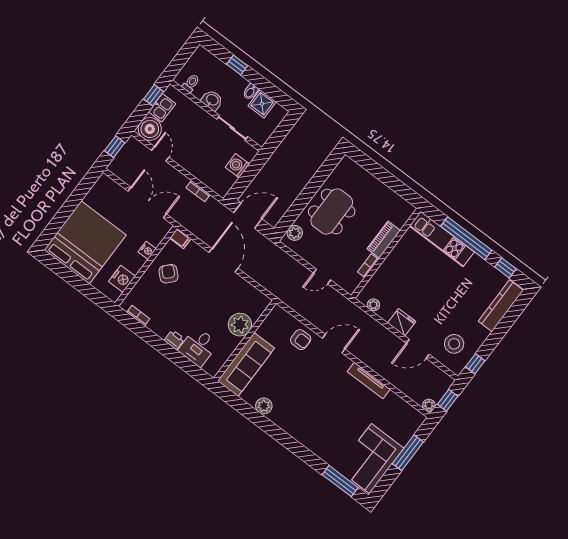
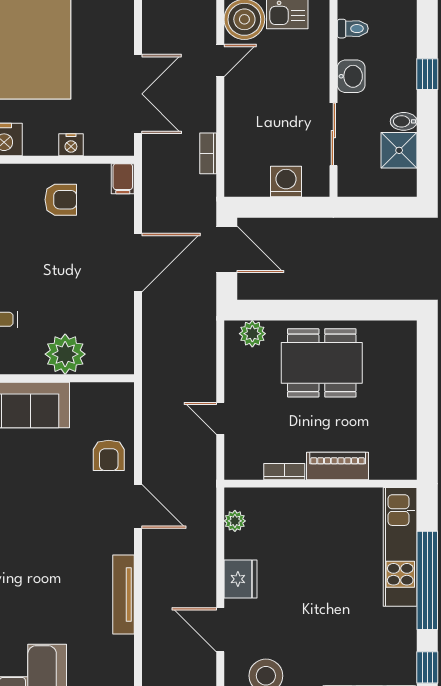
armchair: (169, 274) -> (61, 200), turned 47

